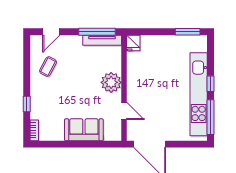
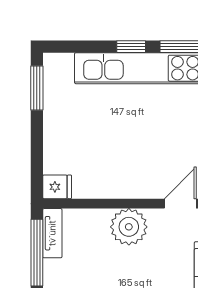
tv unit: (102, 40) -> (52, 233), width x0.71

